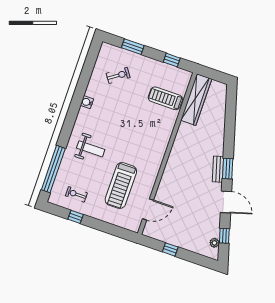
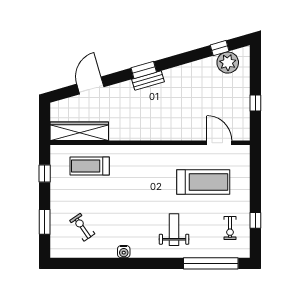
treadmill: (165, 98) -> (90, 166), turned 90
door: (226, 202) -> (90, 85), moved
plant: (214, 243) -> (228, 63), width x1.87, depth x1.87

